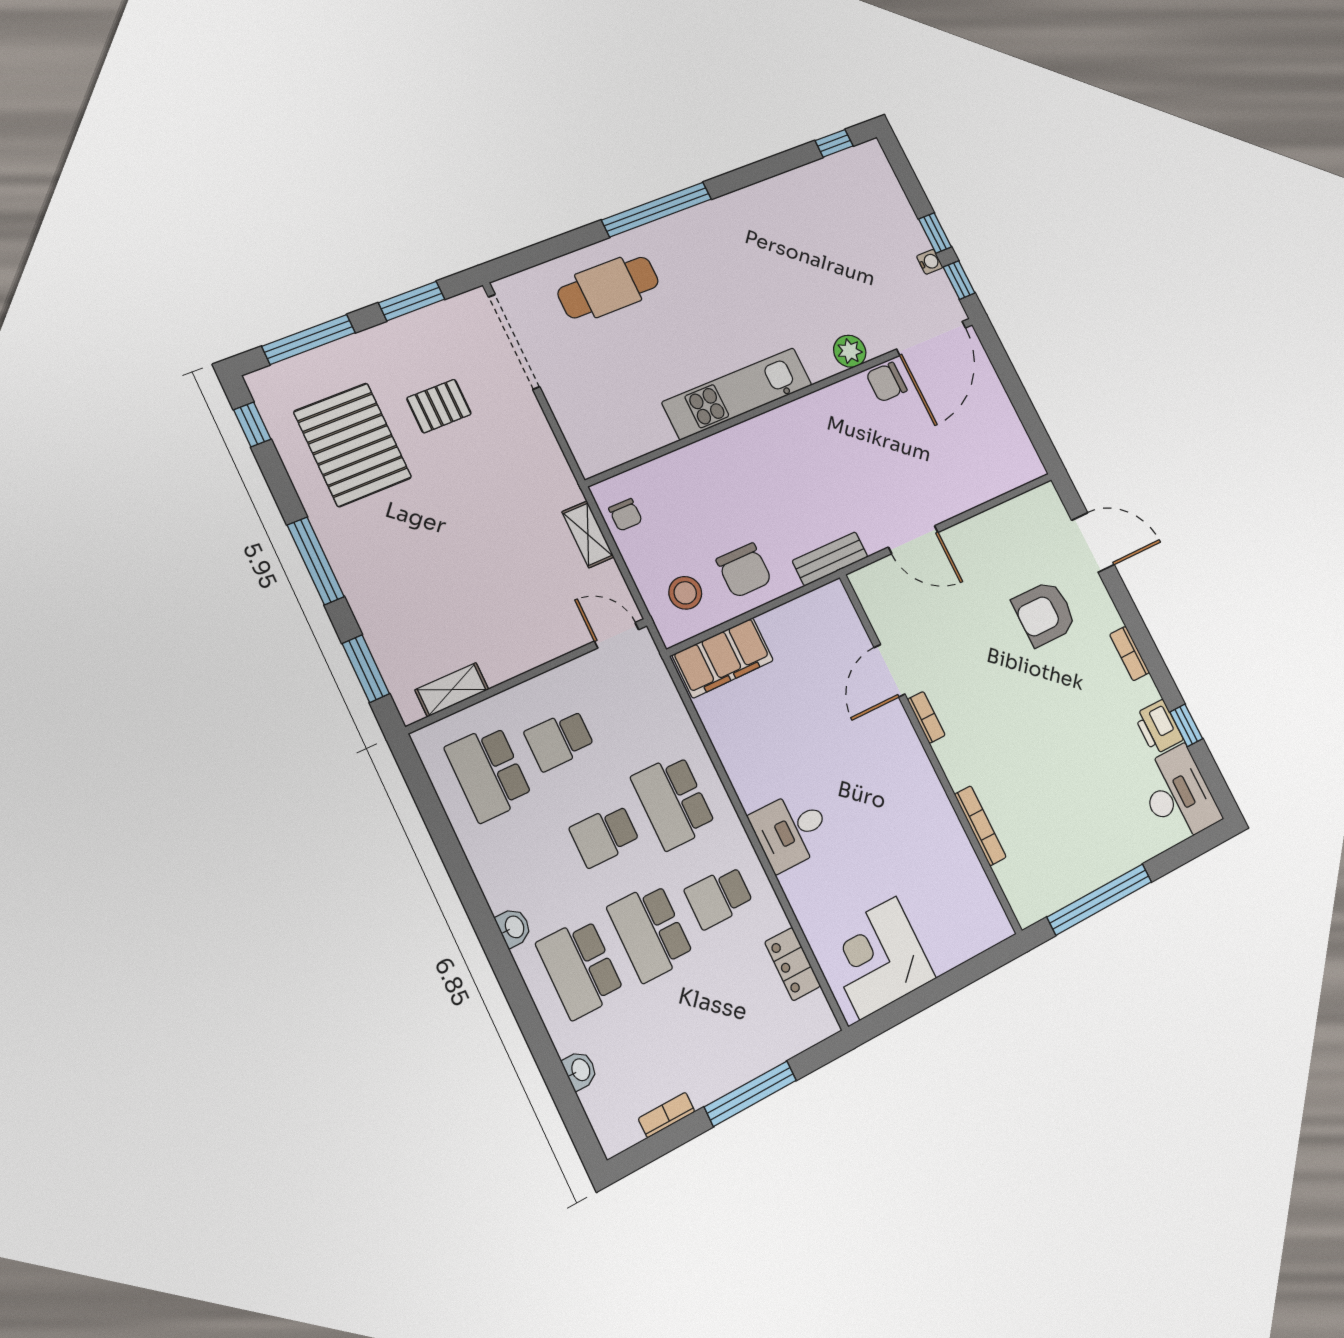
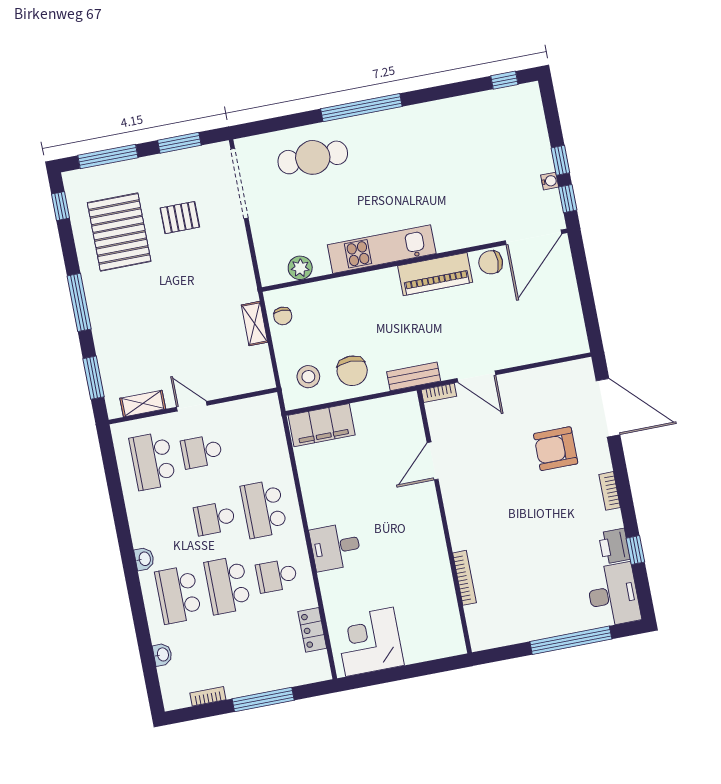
plant: (850, 351) -> (300, 268), moved
piano: (819, 413) -> (435, 274), added
door: (1093, 542) -> (608, 408), width x1.36
door: (617, 635) -> (192, 406), moved
bookcase: (926, 717) -> (439, 393), moved, turned 90
window: (1100, 899) -> (571, 640), moved

